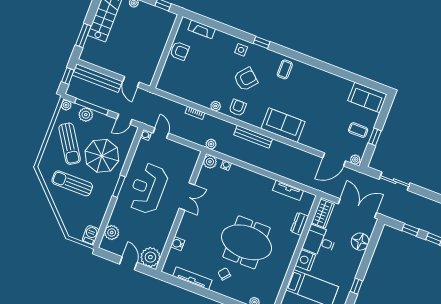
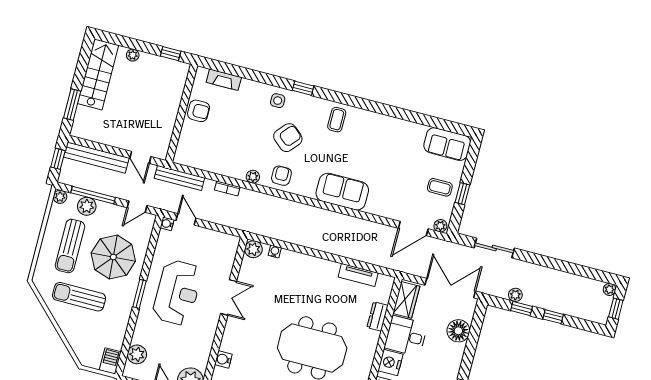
bench: (253, 137) -> (179, 178), moved
sun lounger: (70, 144) -> (70, 246), turned 33
plant: (211, 144) -> (515, 295), moved
reception desk: (148, 188) -> (177, 293), turned 180

